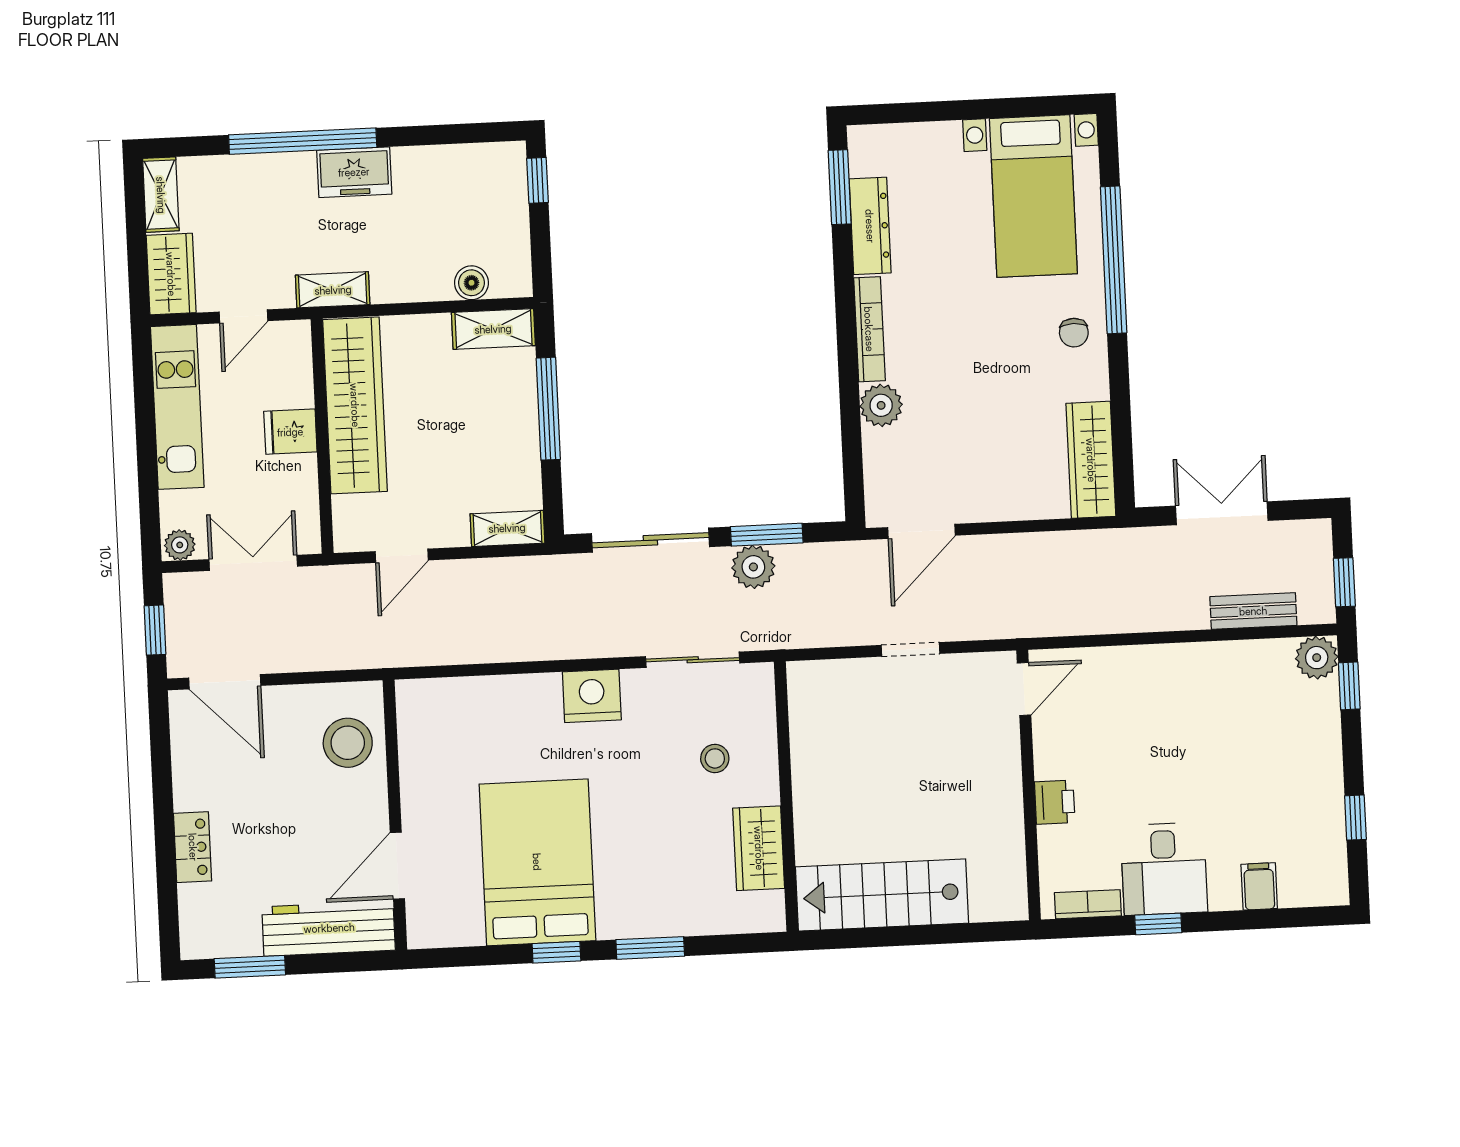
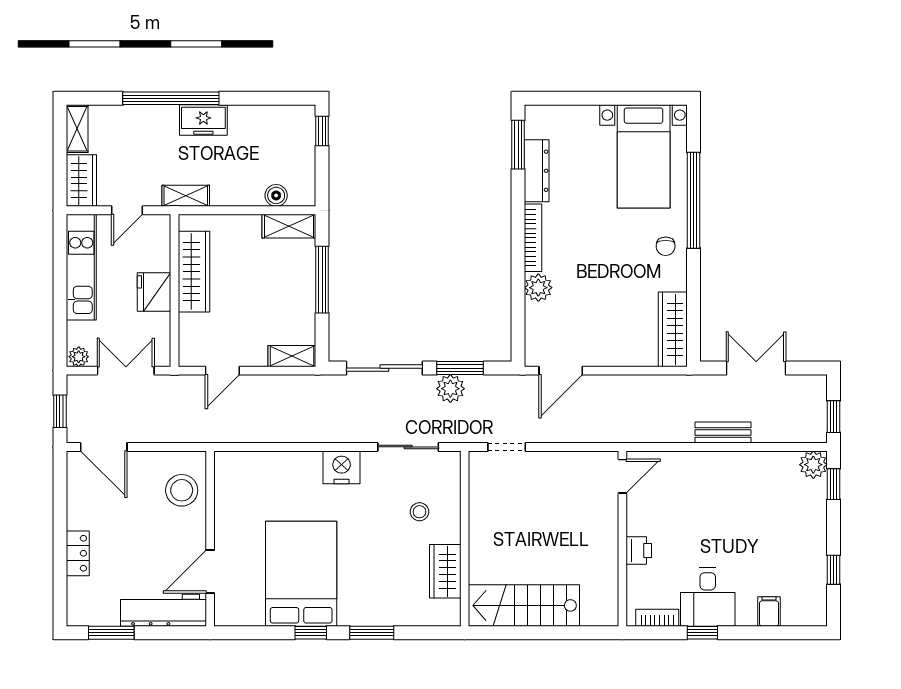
wardrobe: (355, 405) -> (194, 272), width x0.71, depth x0.85
fridge: (290, 432) -> (154, 292), width x1.38
bench: (1253, 611) -> (723, 432), moved
doorway: (910, 649) -> (507, 447), moved

